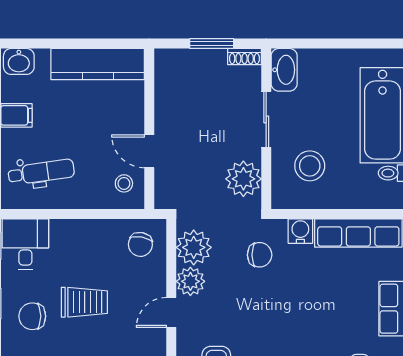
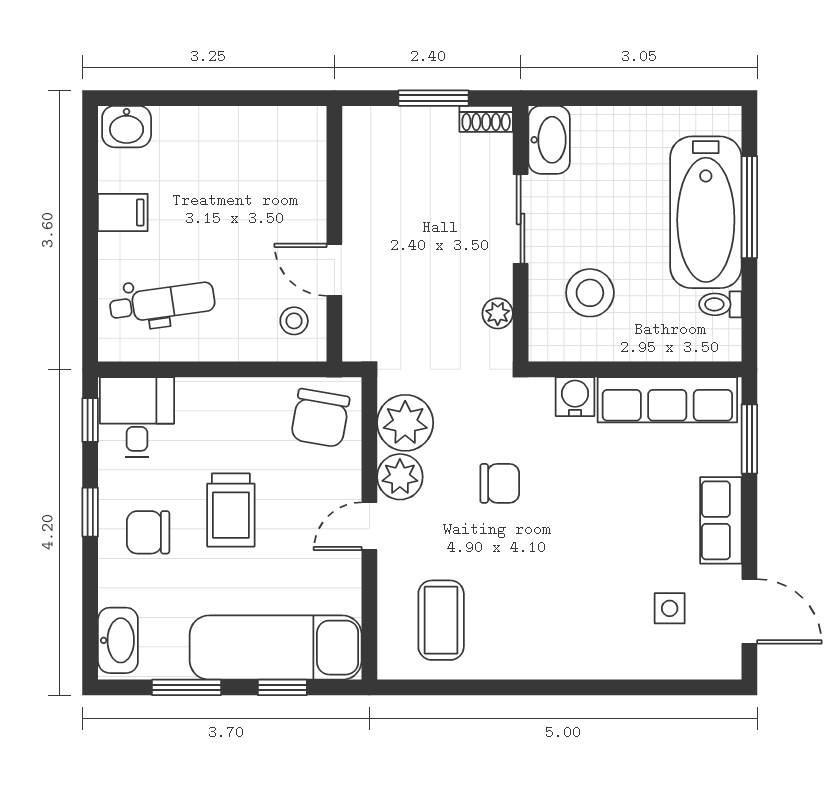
kitchen counter: (98, 64) -> (252, 131), removed
plant: (243, 179) -> (498, 313), width x0.53, depth x0.53
chair: (140, 244) -> (320, 418), width x1.37, depth x1.37
chair: (260, 255) -> (500, 483), moved
trolley: (84, 302) -> (231, 510), turned 90

